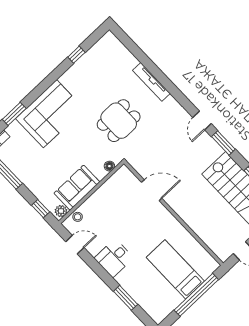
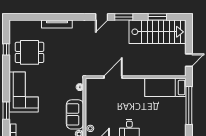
door: (202, 120) -> (102, 17), hinge flipped
dining table: (119, 121) -> (30, 52), moved, turned 90
bed: (175, 269) -> (165, 87), moved

